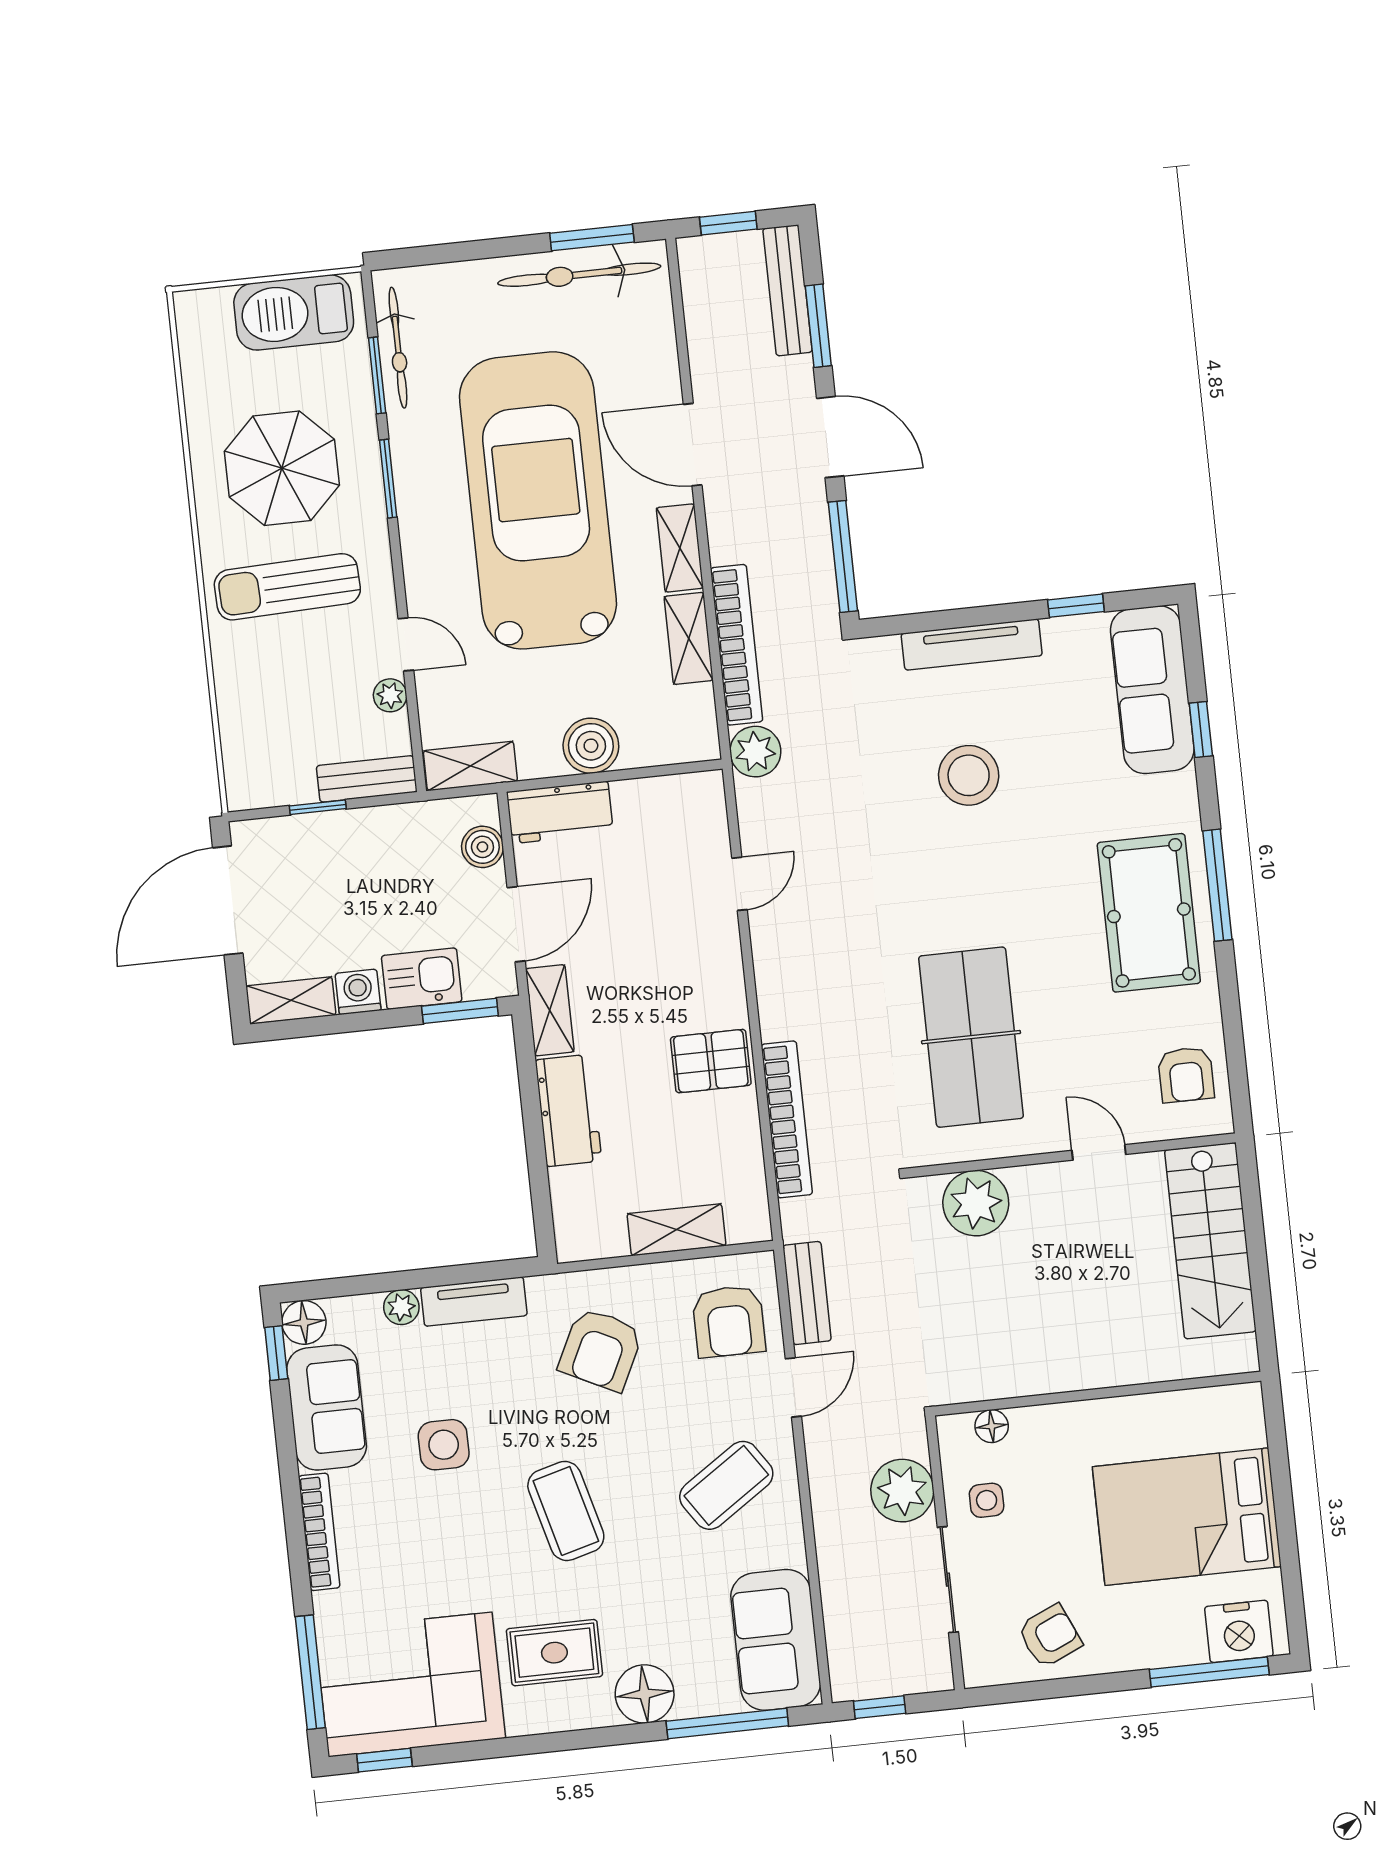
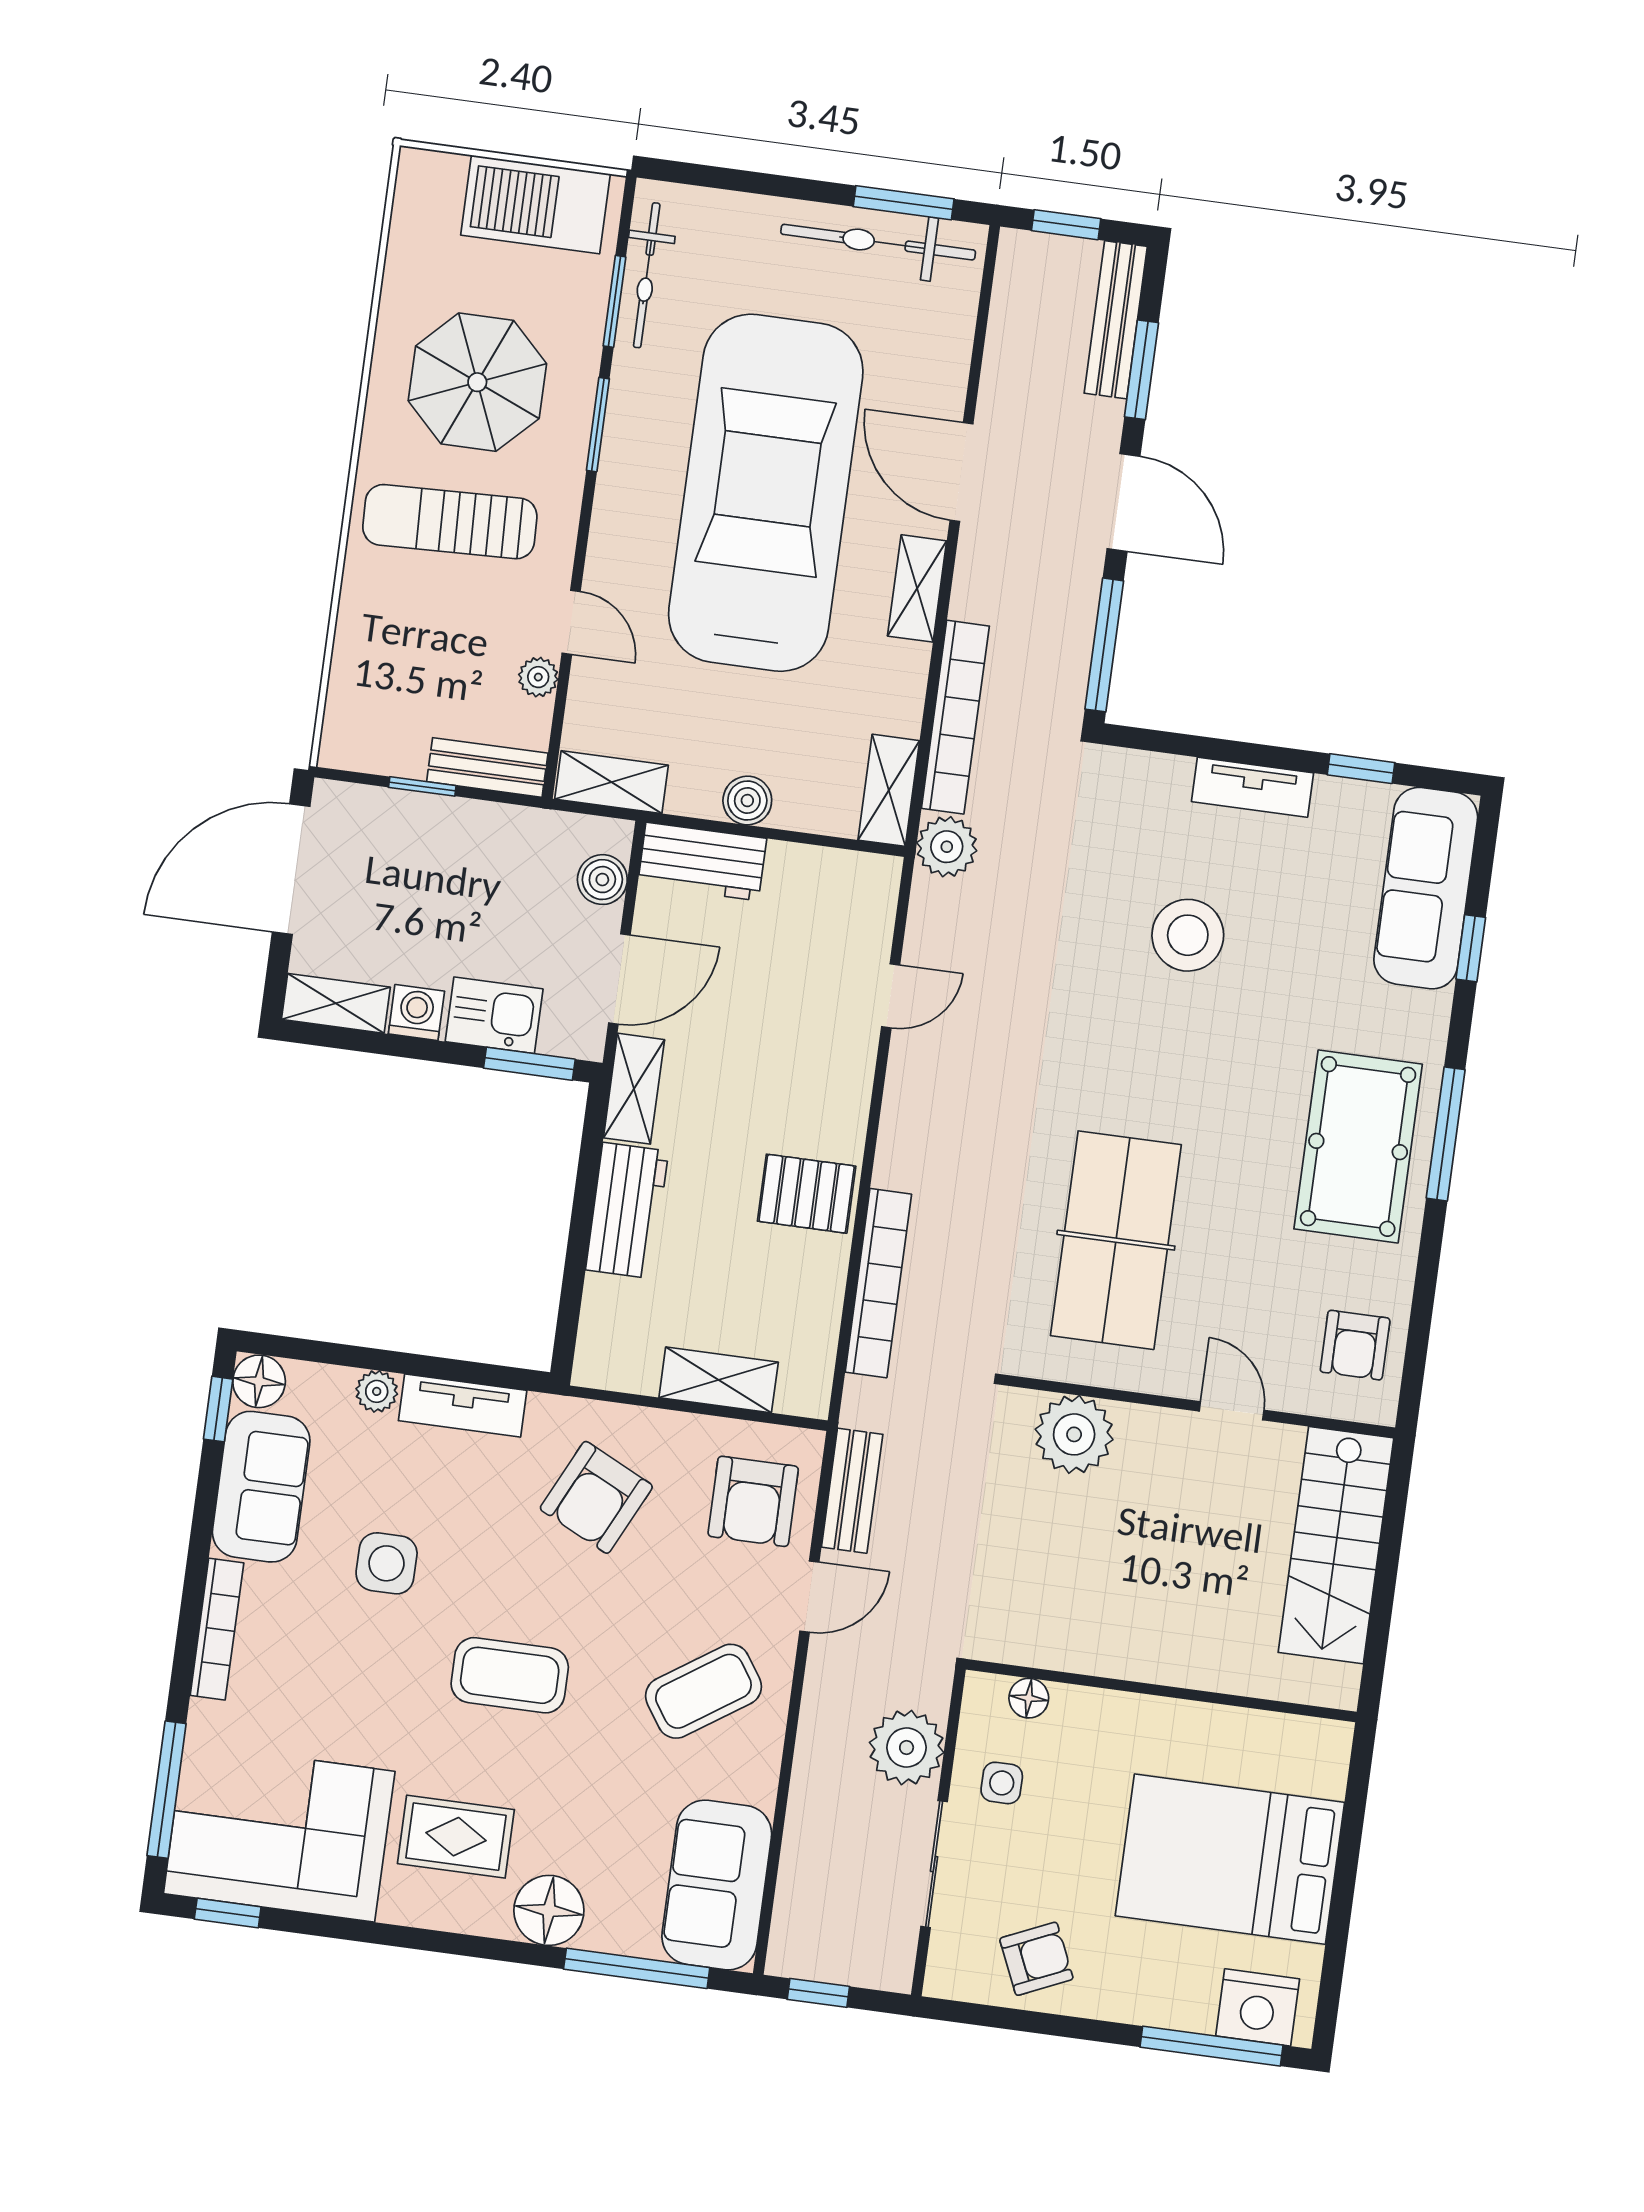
shelving: (689, 638) -> (889, 790), moved
tv unit: (972, 645) -> (1253, 787), width x0.71
boiler: (591, 746) -> (747, 801), width x0.73, depth x0.73
coffee table: (566, 1511) -> (510, 1675), turned -75

